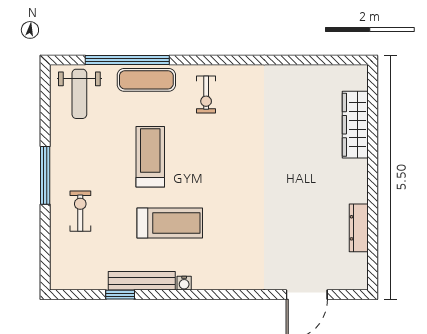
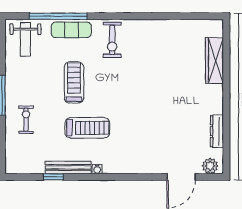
exercise bike: (206, 95) -> (112, 40), width x1.38, depth x1.39
plant: (349, 279) -> (210, 166), added

